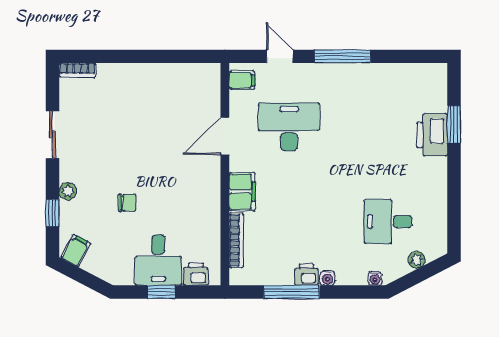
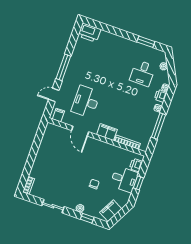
window: (454, 124) -> (146, 42), moved
printer: (432, 135) -> (89, 33), moved
filing cabinet: (76, 251) -> (111, 211), width x2.00
printer: (306, 275) -> (161, 96), moved

